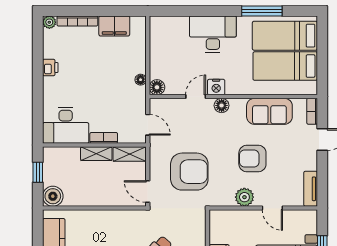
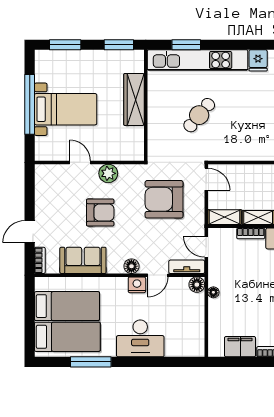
tv unit: (311, 189) -> (187, 267), moved, turned -90

